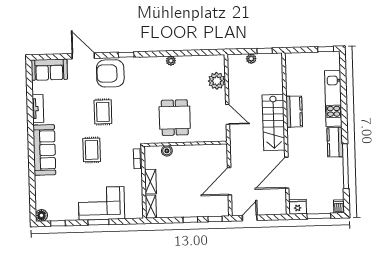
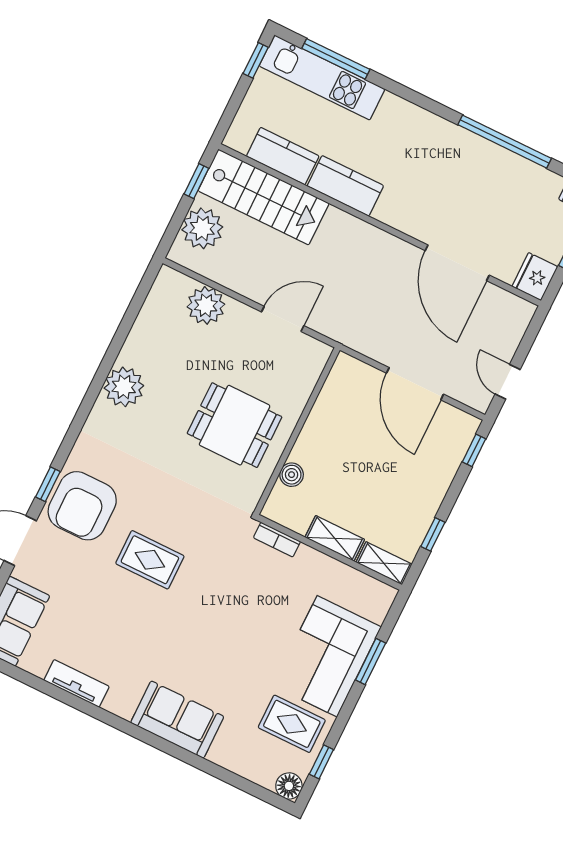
window: (126, 55) -> (48, 484), moved
plant: (251, 59) -> (202, 228), width x1.87, depth x1.87
plant: (171, 61) -> (124, 387), width x1.87, depth x1.87
window: (343, 81) -> (336, 59), added
kitchen unit: (333, 98) -> (322, 77), moved
stairs: (274, 123) -> (264, 197), moved
kitchen counter: (335, 142) -> (283, 156), moved, turned 180
sofa: (44, 150) -> (177, 720), width x0.73
rug: (92, 150) -> (292, 724), moved
window: (190, 220) -> (433, 534), moved
window: (98, 222) -> (371, 661), moved

